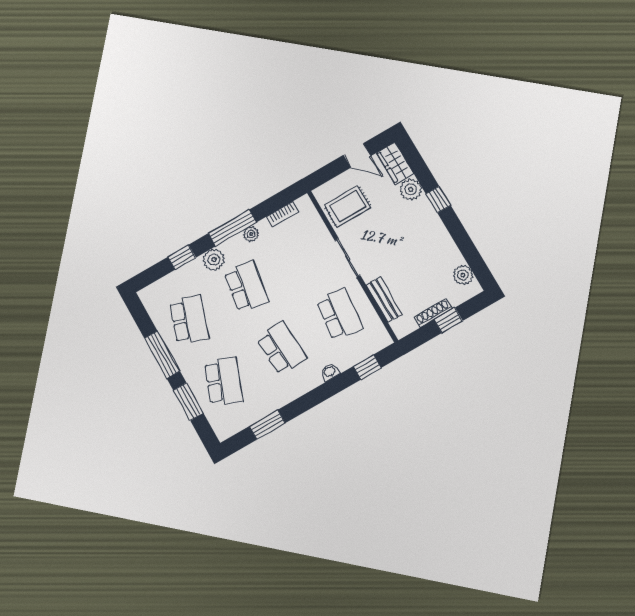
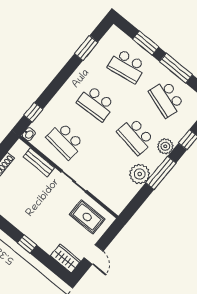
door: (357, 155) -> (94, 254), swing flipped
plant: (411, 189) -> (48, 244), removed
rug: (348, 206) -> (87, 217), turned 90
bookcase: (283, 214) -> (130, 195), removed
plant: (251, 234) -> (140, 174), width x1.88, depth x1.88
washbasin: (330, 372) -> (29, 134), moved
school desk: (224, 381) -> (127, 66), turned -30

